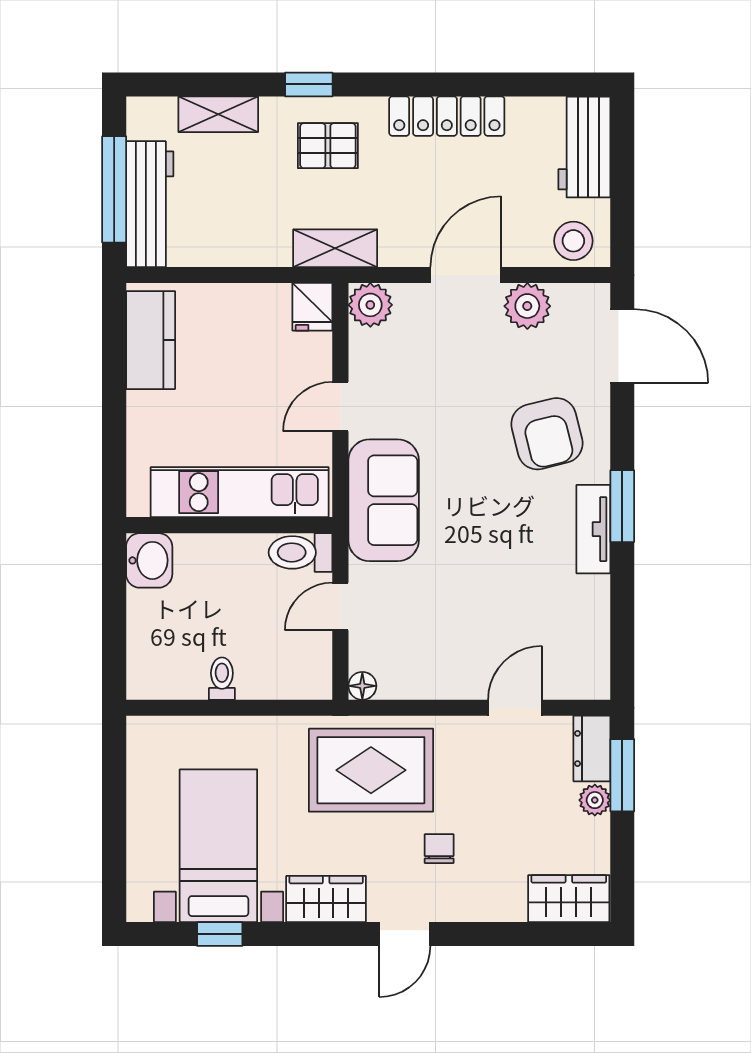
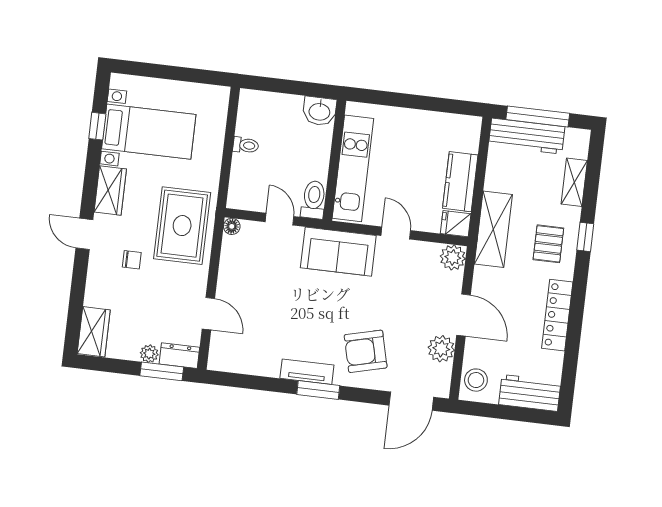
shelving: (335, 248) -> (493, 229), width x1.50, depth x1.33
kitchen counter: (151, 340) -> (460, 182), moved, turned 90

